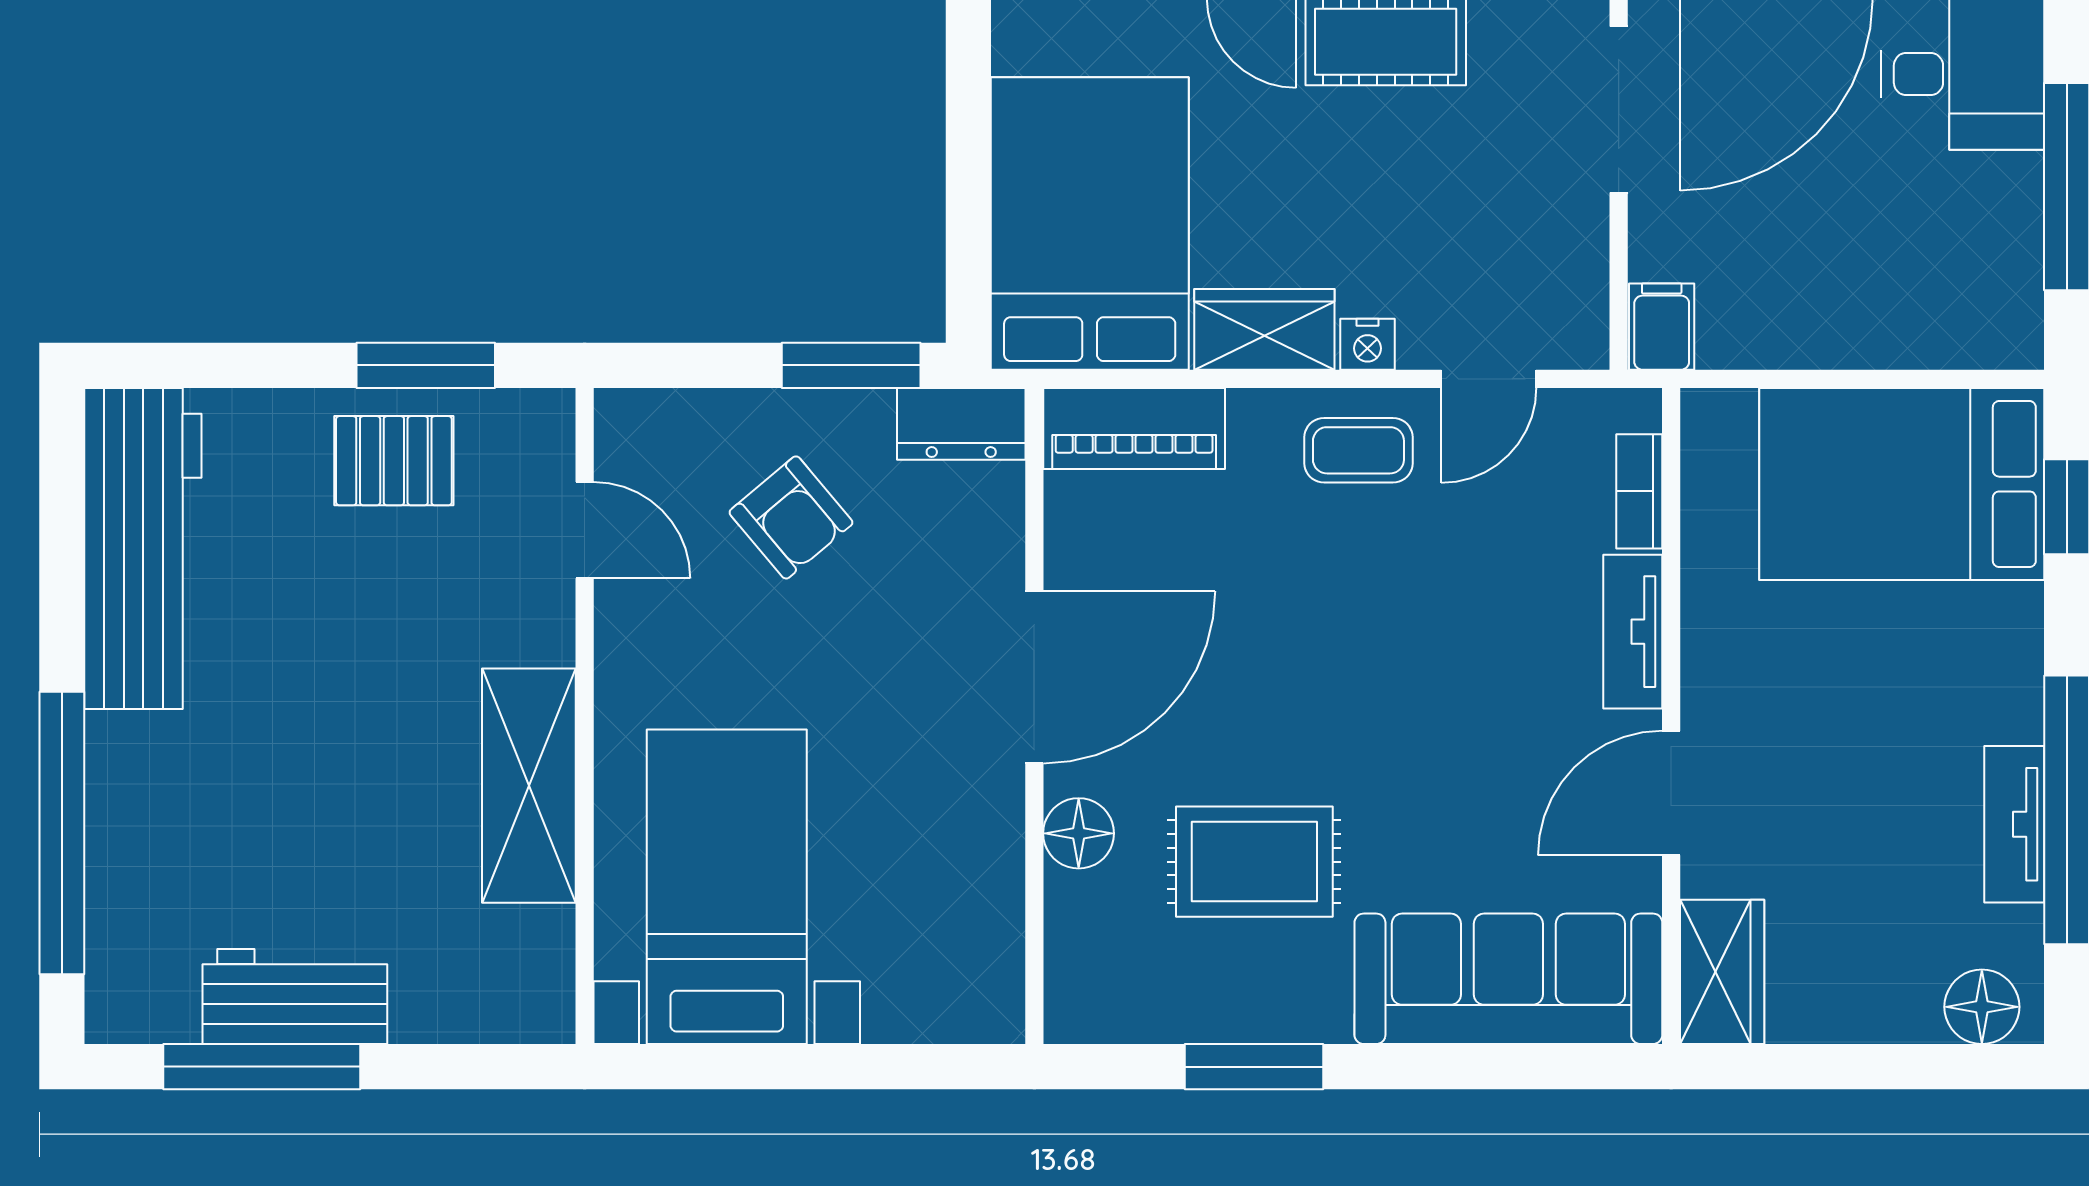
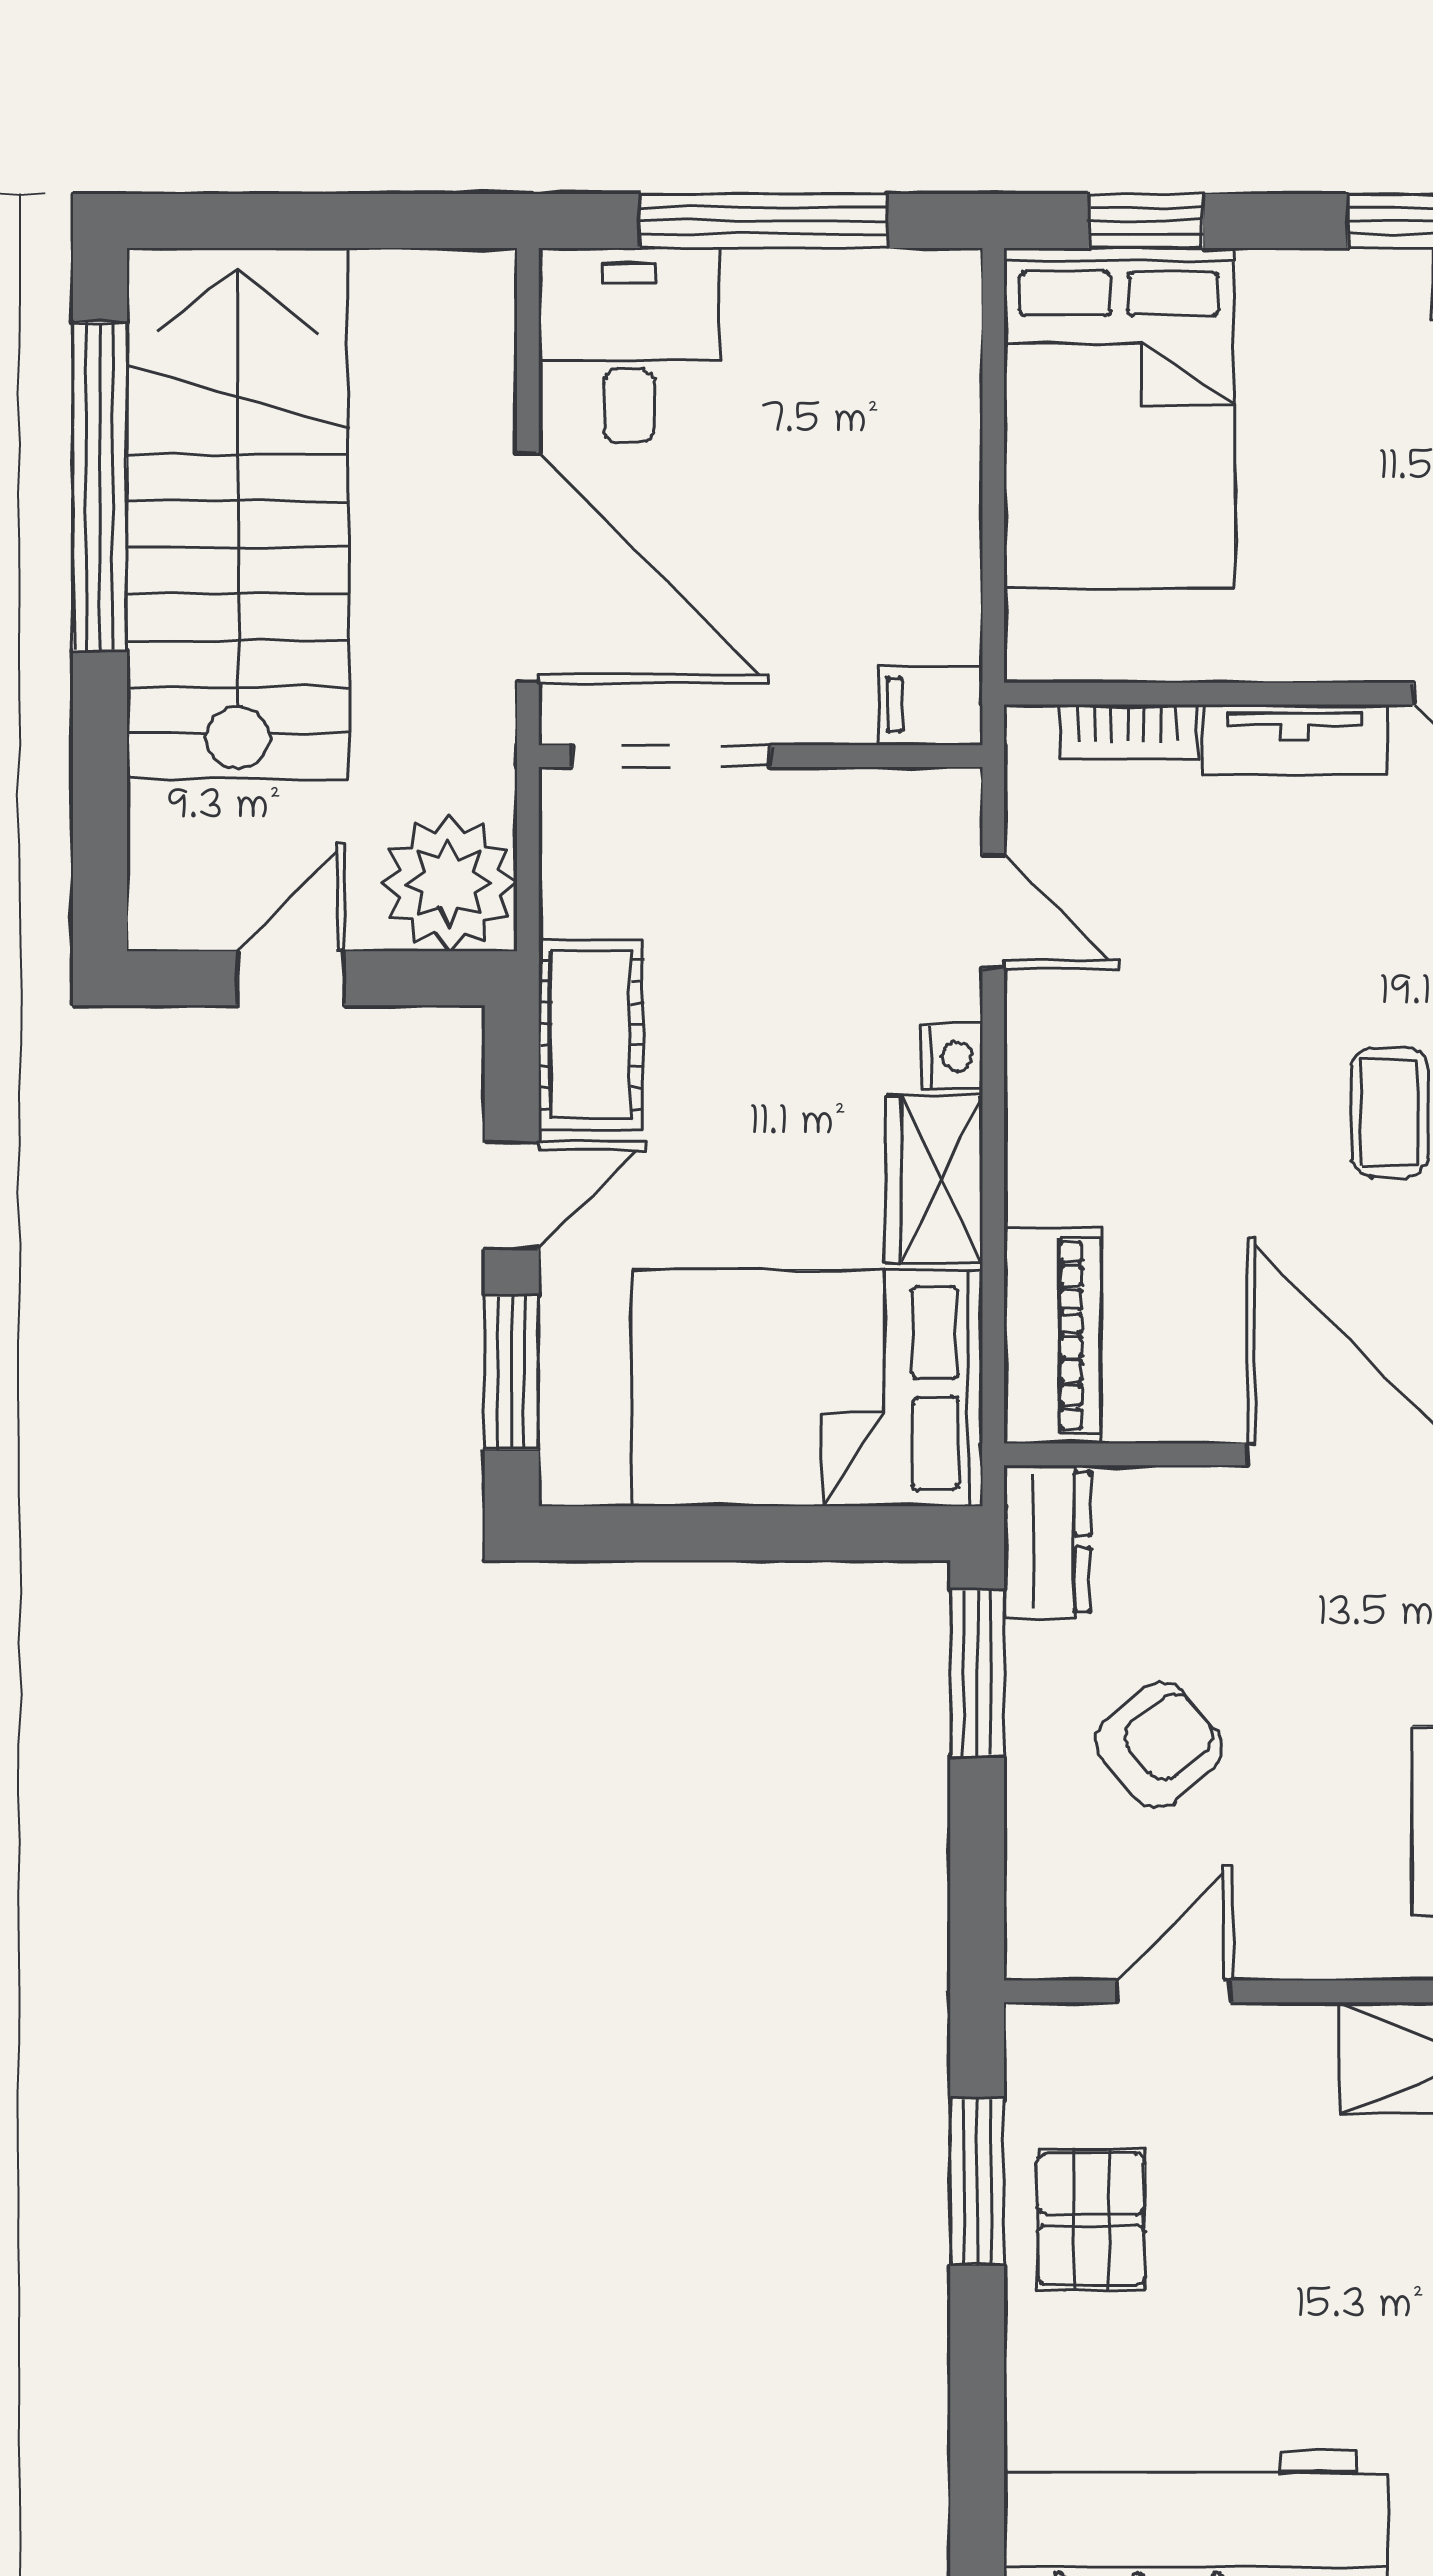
coffee table: (1358, 450) -> (1390, 1112), moved

